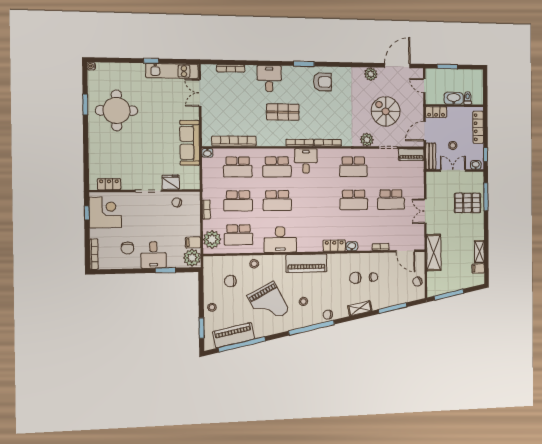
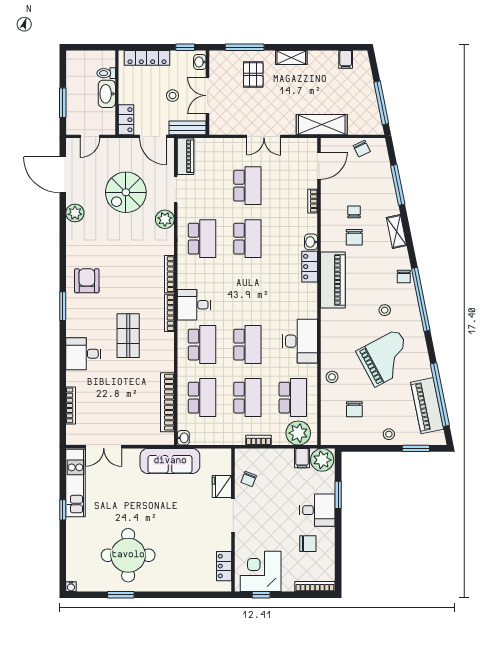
pallet: (468, 203) -> (253, 74), width x0.67, depth x0.71
shelving: (479, 252) -> (291, 57), moved
piano: (307, 263) -> (333, 280), moved

